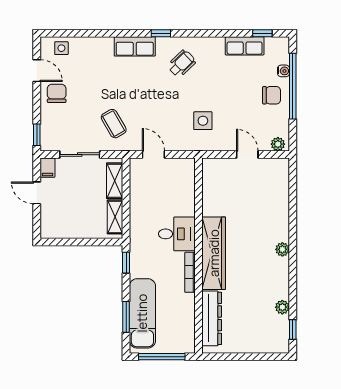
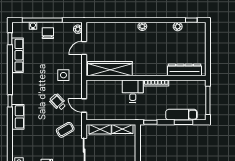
row of seats: (245, 46) -> (18, 55), width x1.48
wheelchair: (182, 64) -> (58, 102), moved
door: (153, 155) -> (84, 105), hinge flipped
wardrobe: (214, 253) -> (110, 69), moved
exam couch: (142, 313) -> (181, 115), width x0.73, depth x0.69

